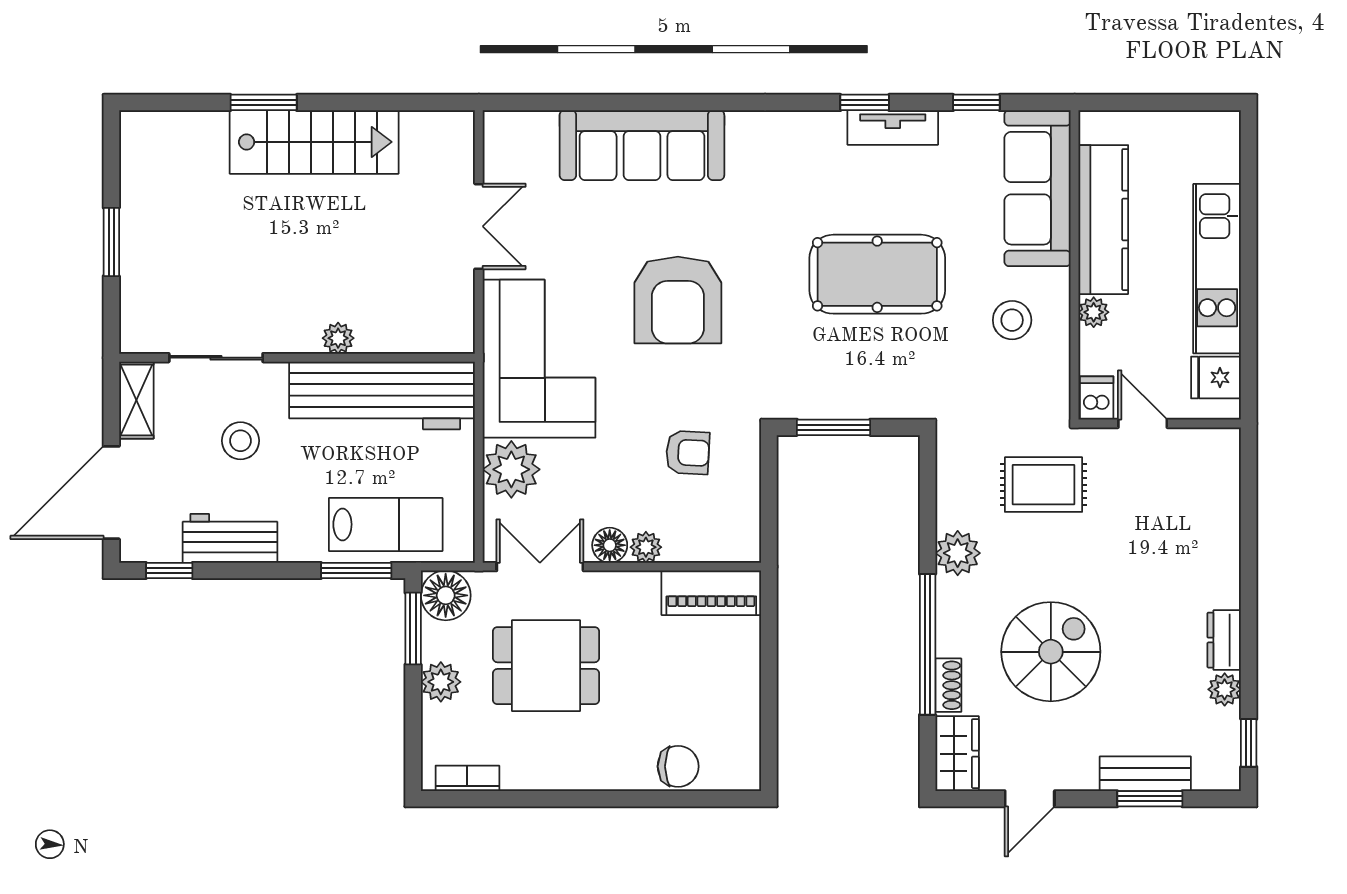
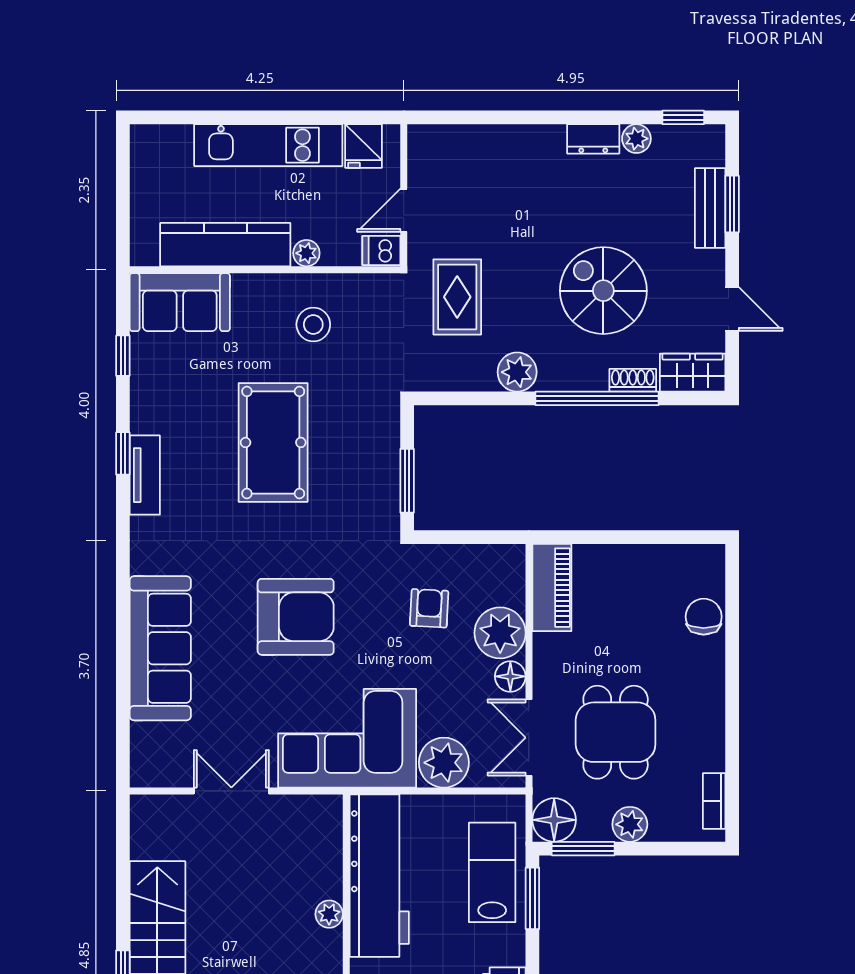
tv unit: (893, 127) -> (145, 475), moved
sofa: (1038, 188) -> (180, 302), width x0.73
plant: (646, 547) -> (500, 633), width x1.88, depth x1.88

